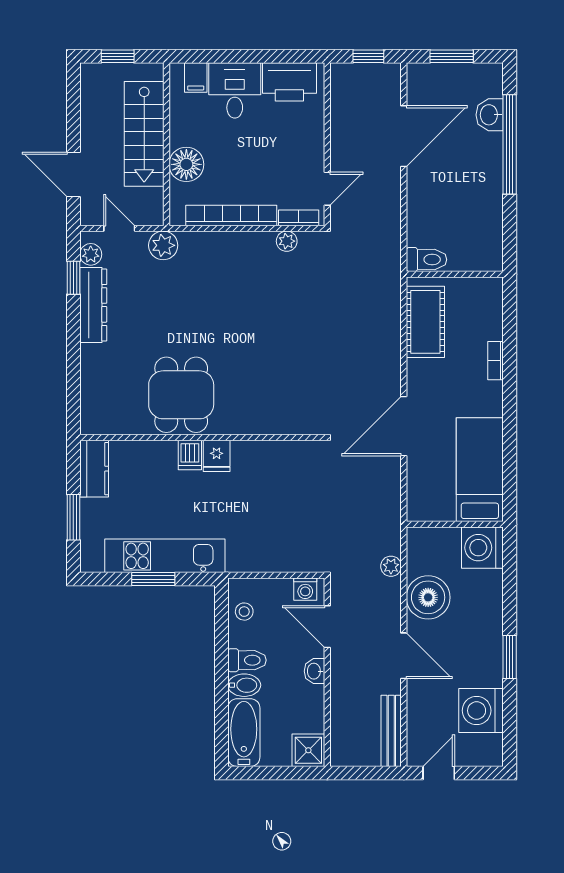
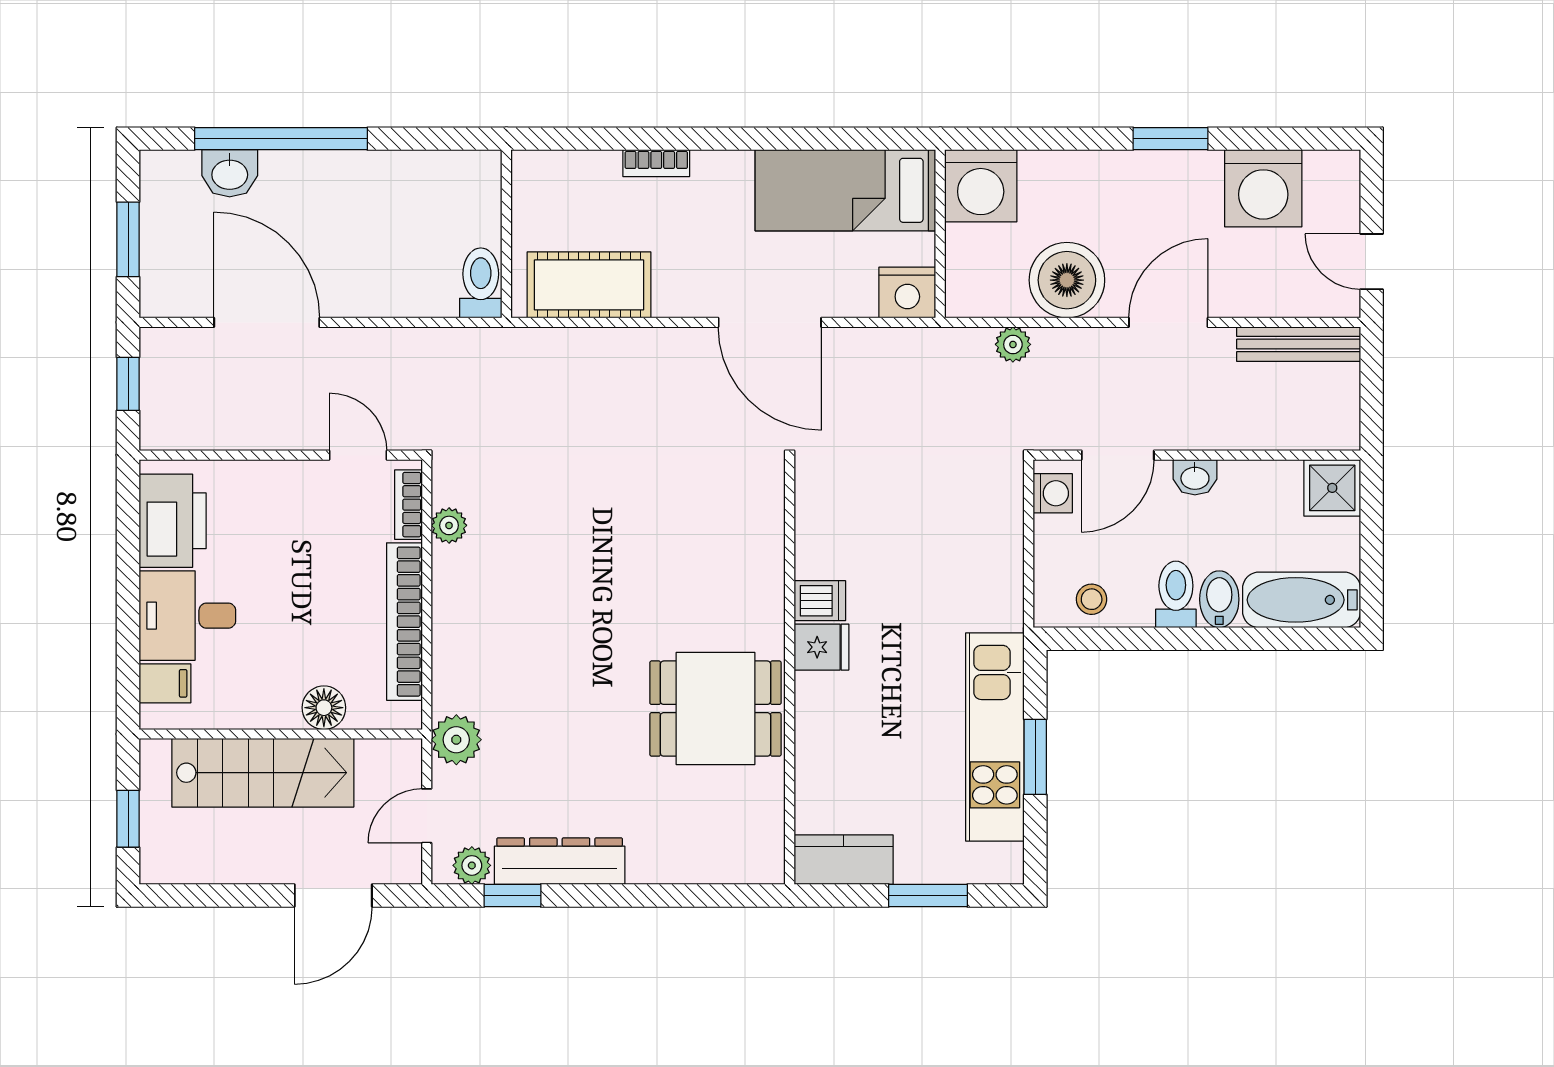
floor lamp: (186, 164) -> (324, 708), width x0.73, depth x0.73
dishwasher: (190, 455) -> (820, 601), moved
nightstand: (421, 505) -> (907, 292), added

